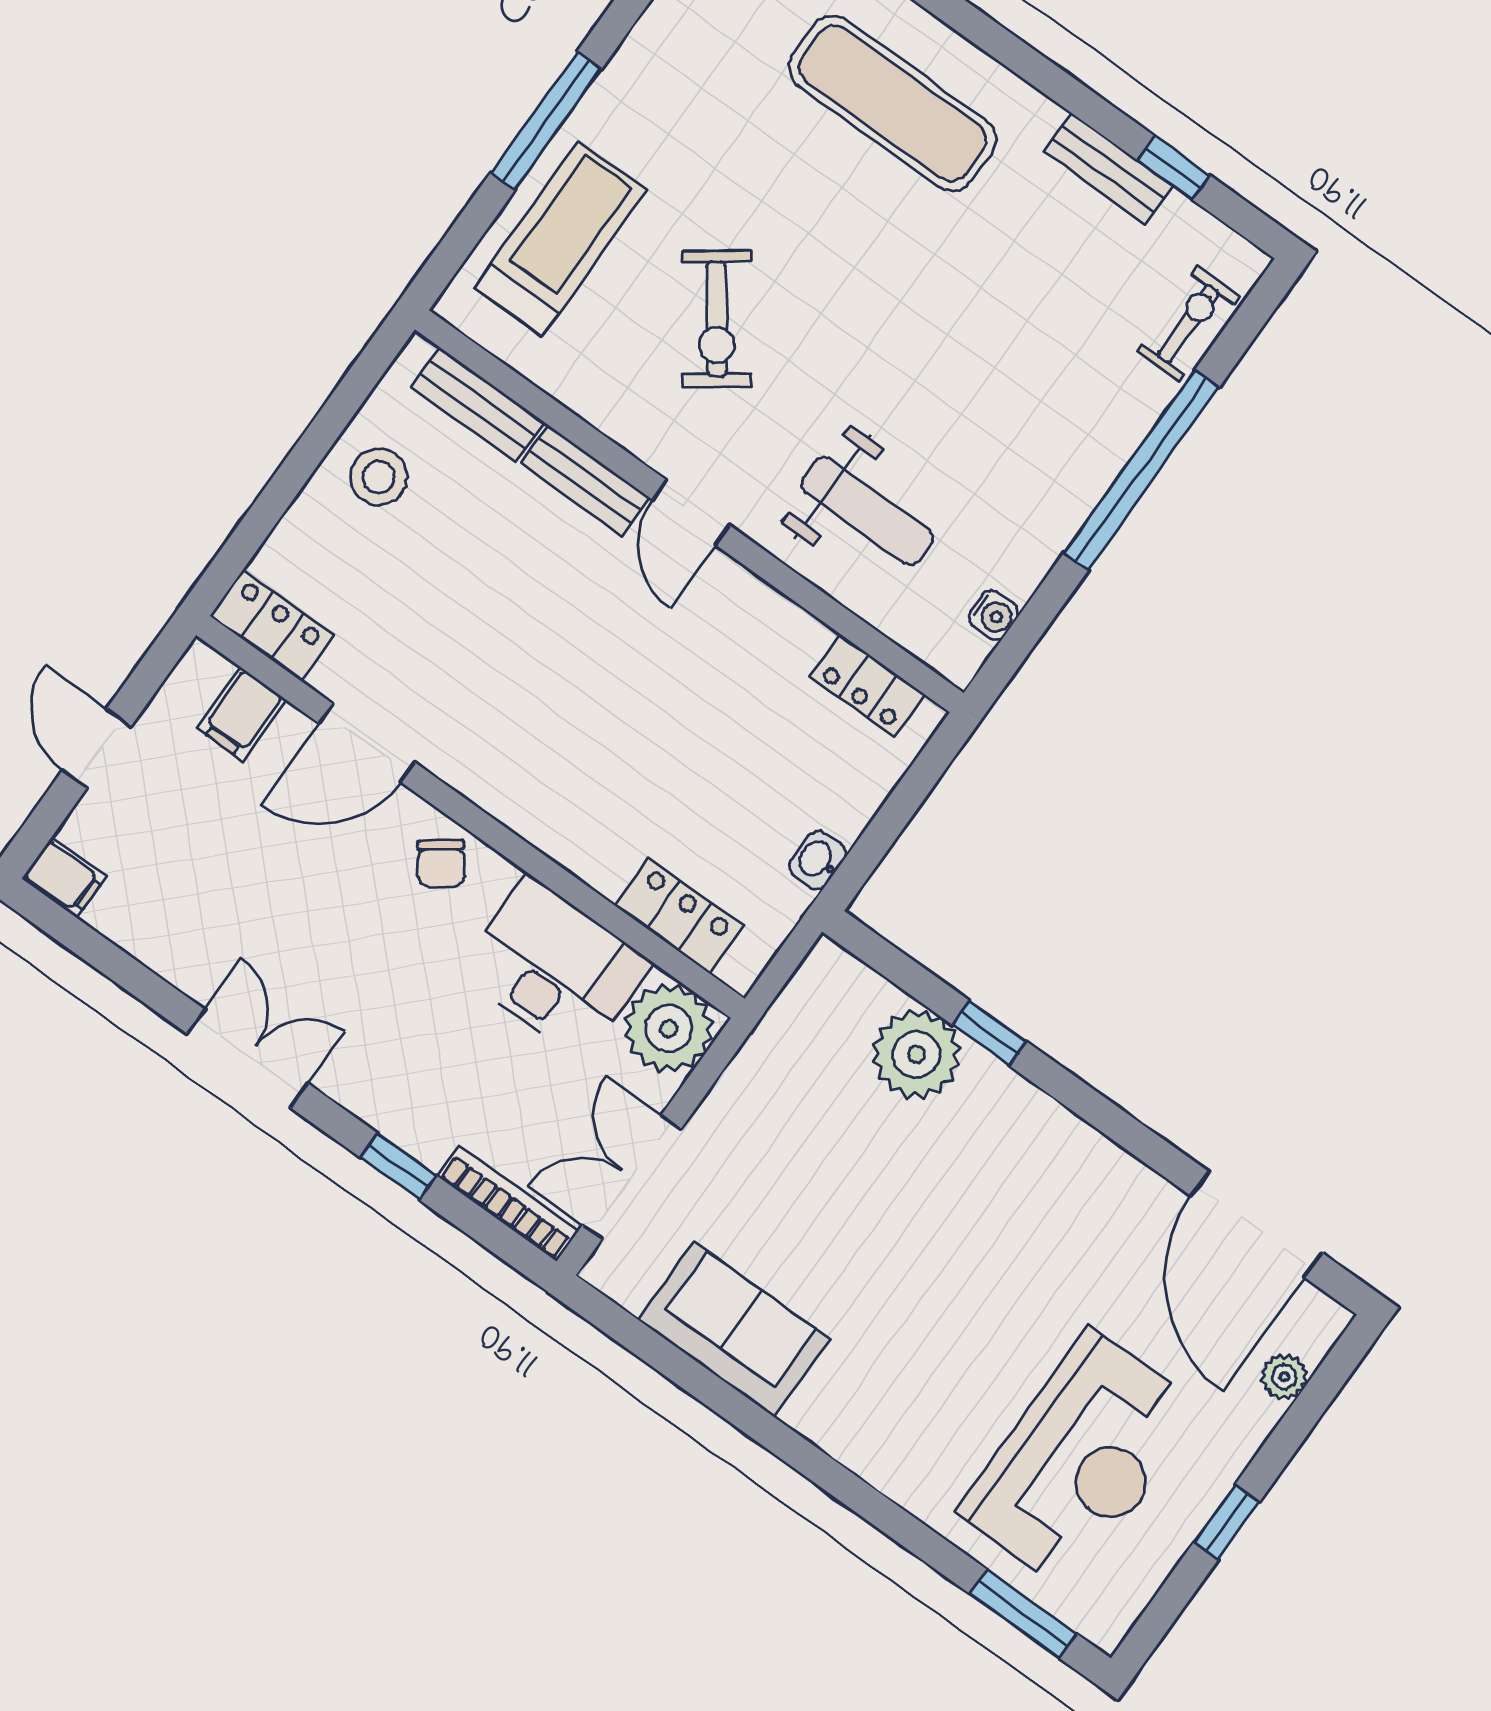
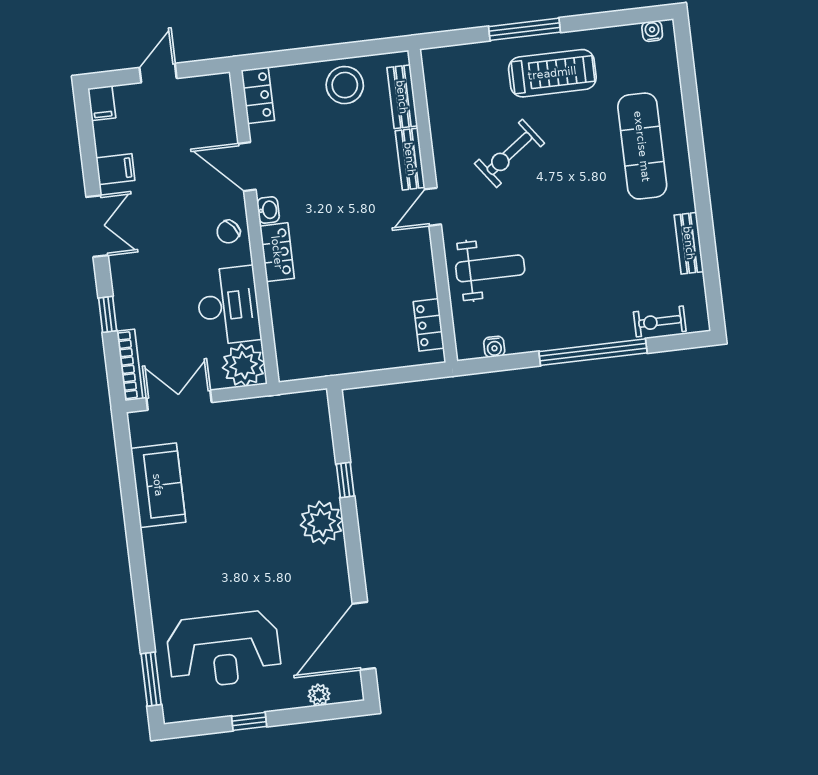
window: (1173, 168) -> (710, 266), removed
treadmill: (560, 239) -> (552, 73), moved
exercise bike: (1188, 324) -> (660, 321), turned 180
stool: (379, 477) -> (345, 85), width x1.38, depth x1.38
weight bench: (867, 511) -> (490, 268), turned -90
filing cabinet: (242, 714) -> (116, 169), moved, turned 180
washbasin: (818, 860) -> (268, 210), moved, turned 90
locker: (679, 916) -> (277, 252), moved
plant: (916, 1054) -> (322, 522), moved

